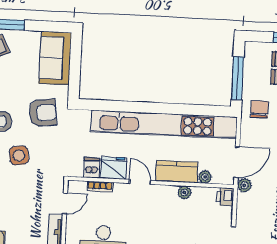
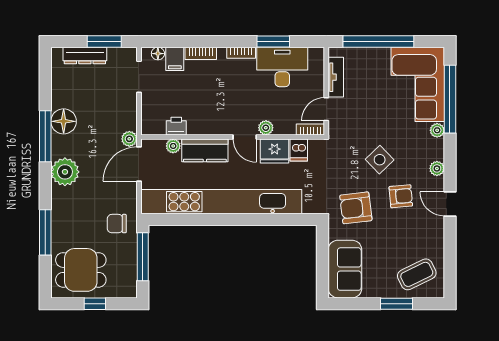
chair: (259, 109) -> (117, 224), turned 90
side table: (19, 155) -> (380, 160), turned -36
bookcase: (100, 187) -> (310, 129), moved
plant: (184, 192) -> (266, 128), moved
printer: (225, 197) -> (176, 126), moved, turned -90

